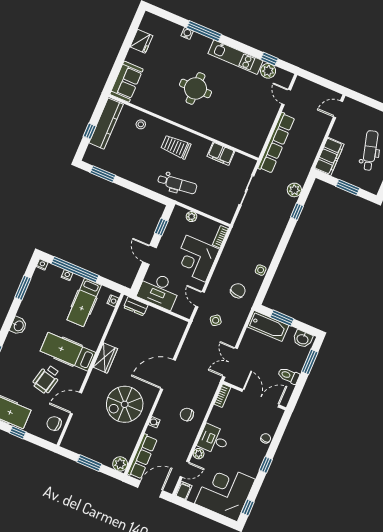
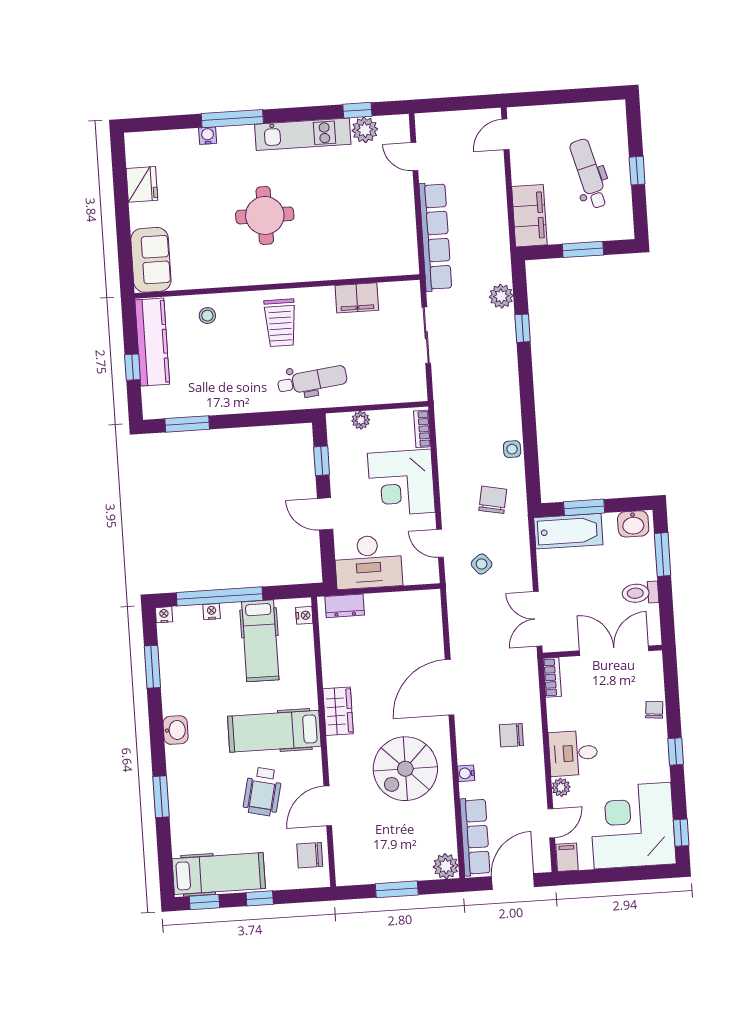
trolley: (176, 147) -> (280, 323), turned -90

